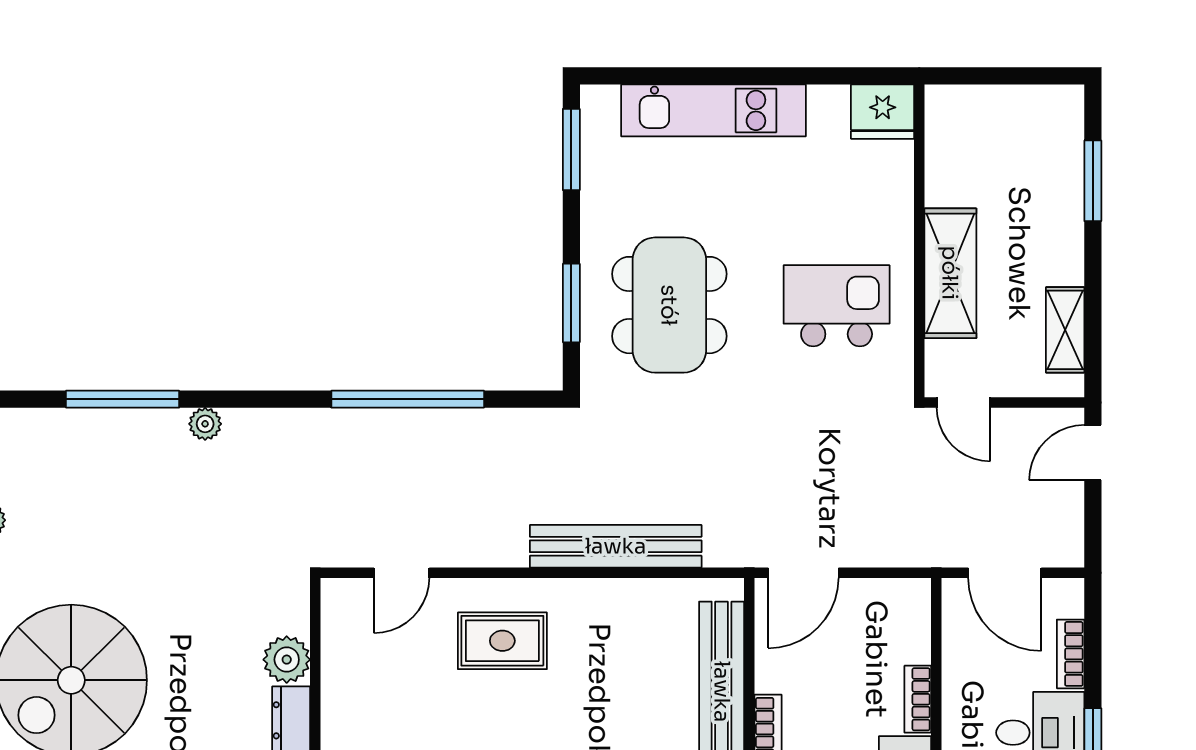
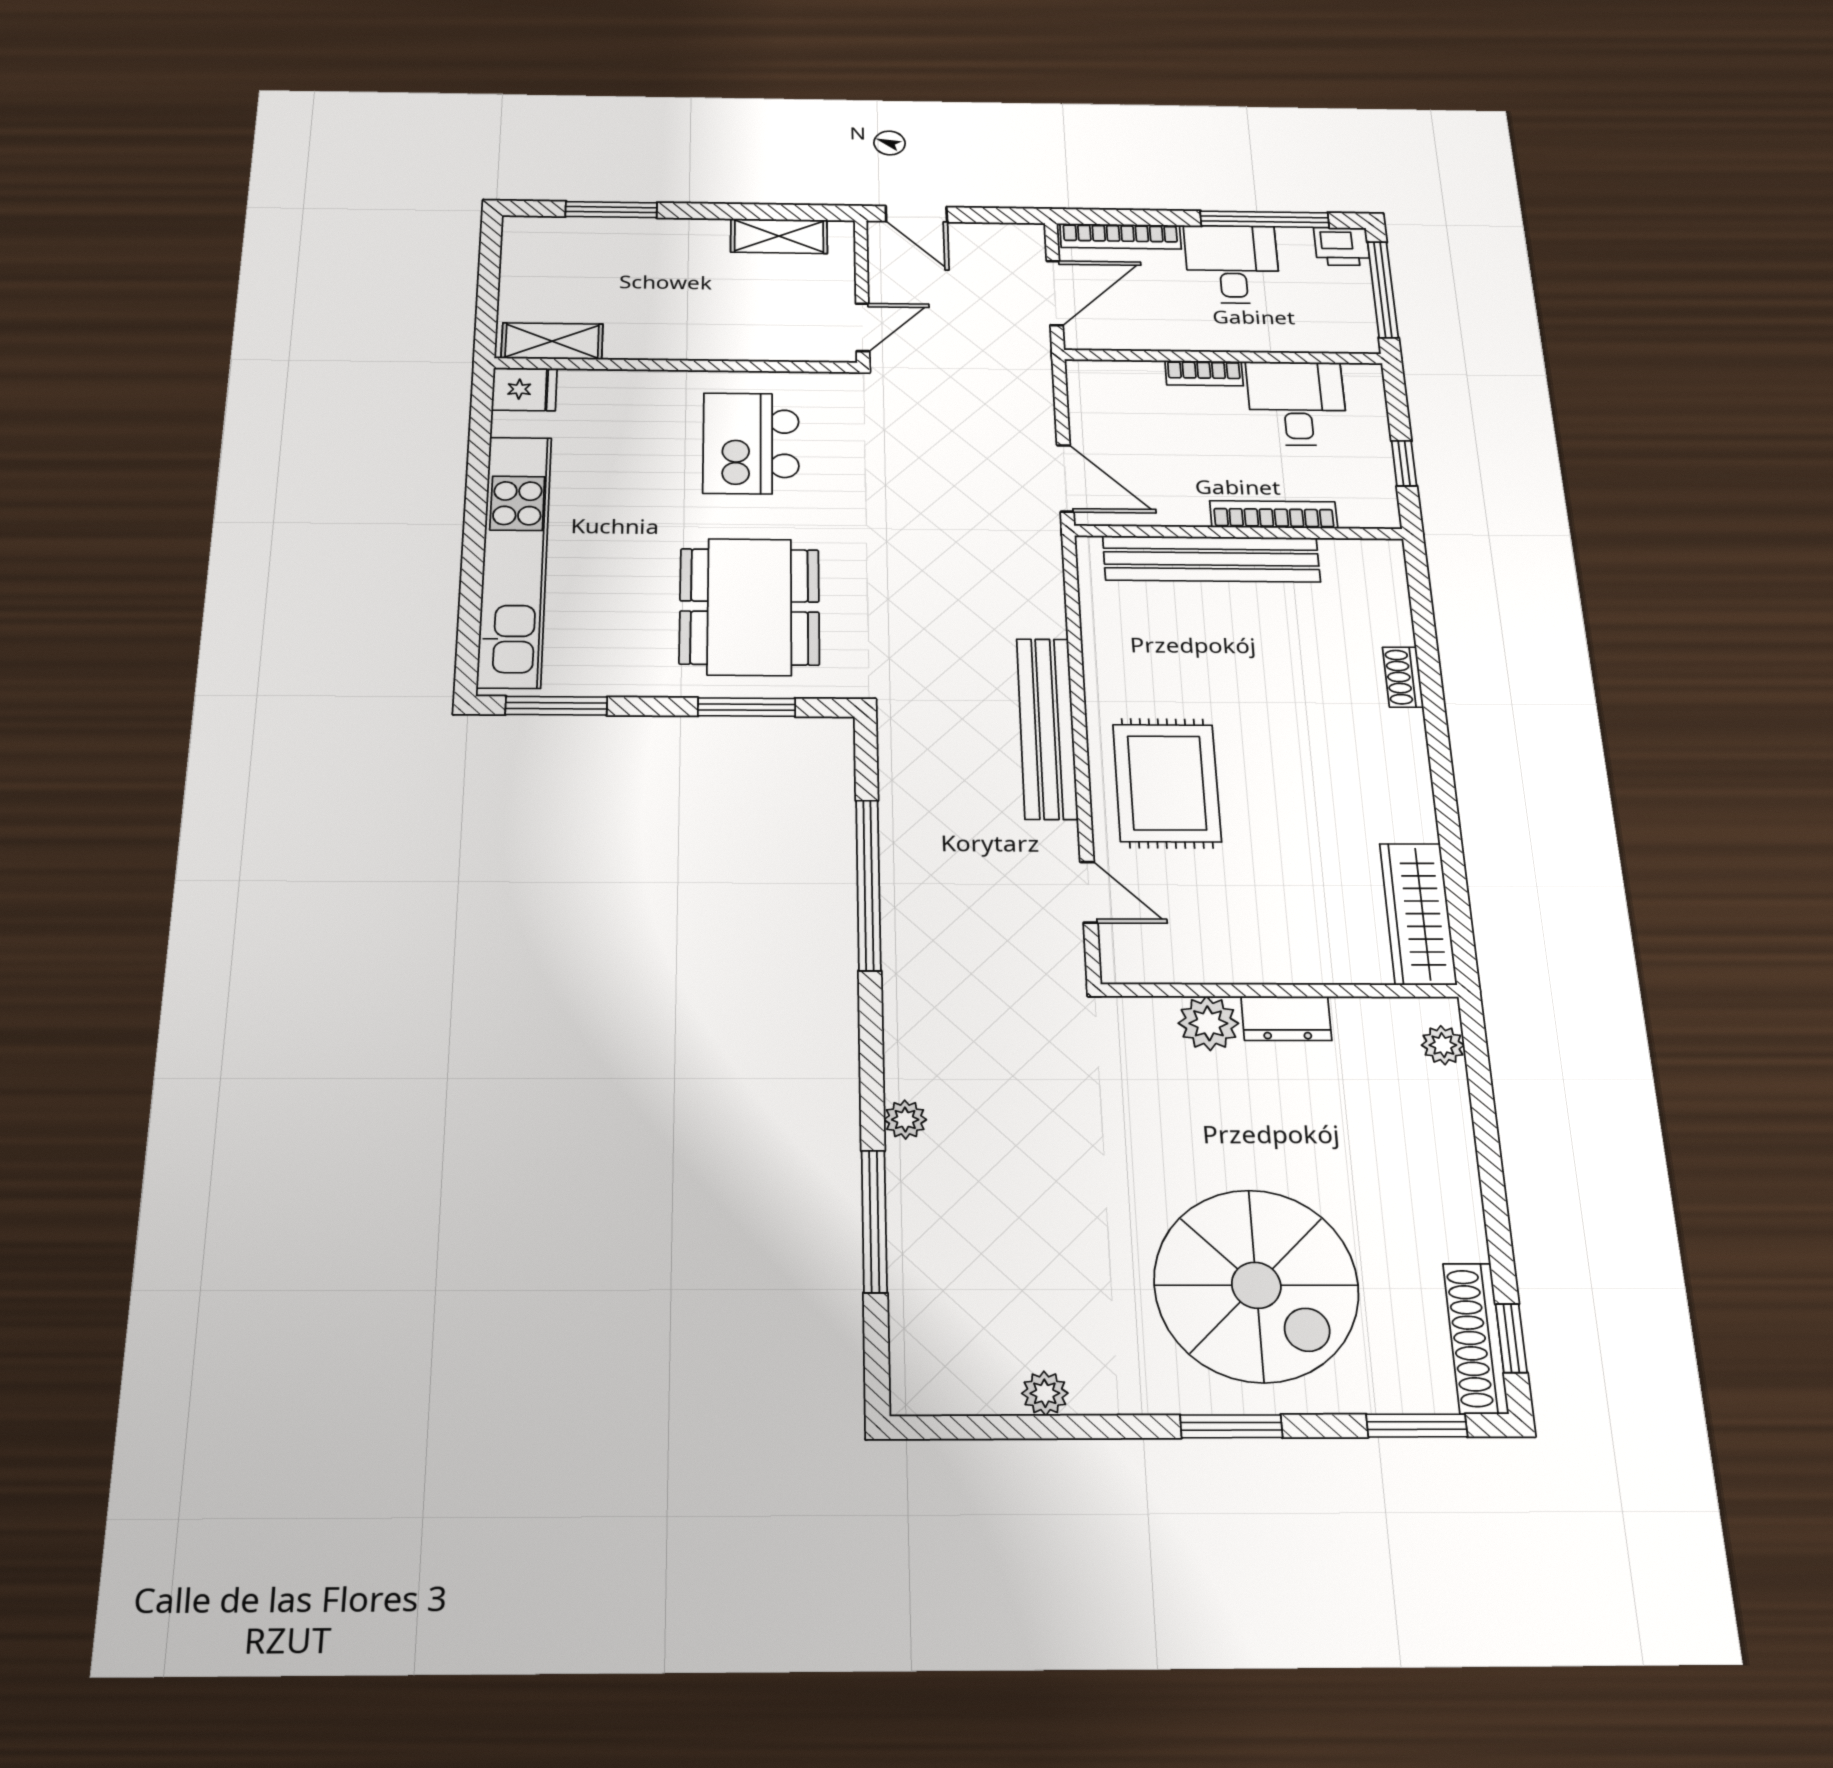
kitchen unit: (714, 110) -> (515, 560), width x1.36
fridge: (883, 112) -> (524, 389), width x0.72
shelving: (950, 273) -> (552, 341), moved, width x0.67, depth x0.75
dining table: (669, 305) -> (749, 607), turned 90
bench: (616, 546) -> (1047, 728), moved
rug: (502, 641) -> (1167, 783), width x1.36, depth x1.43
bookcase: (1071, 654) -> (1120, 236), width x1.56

